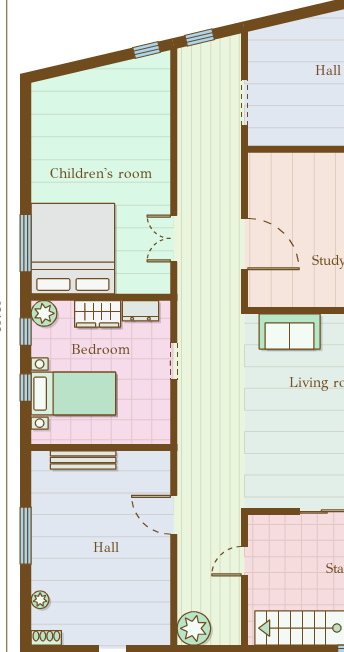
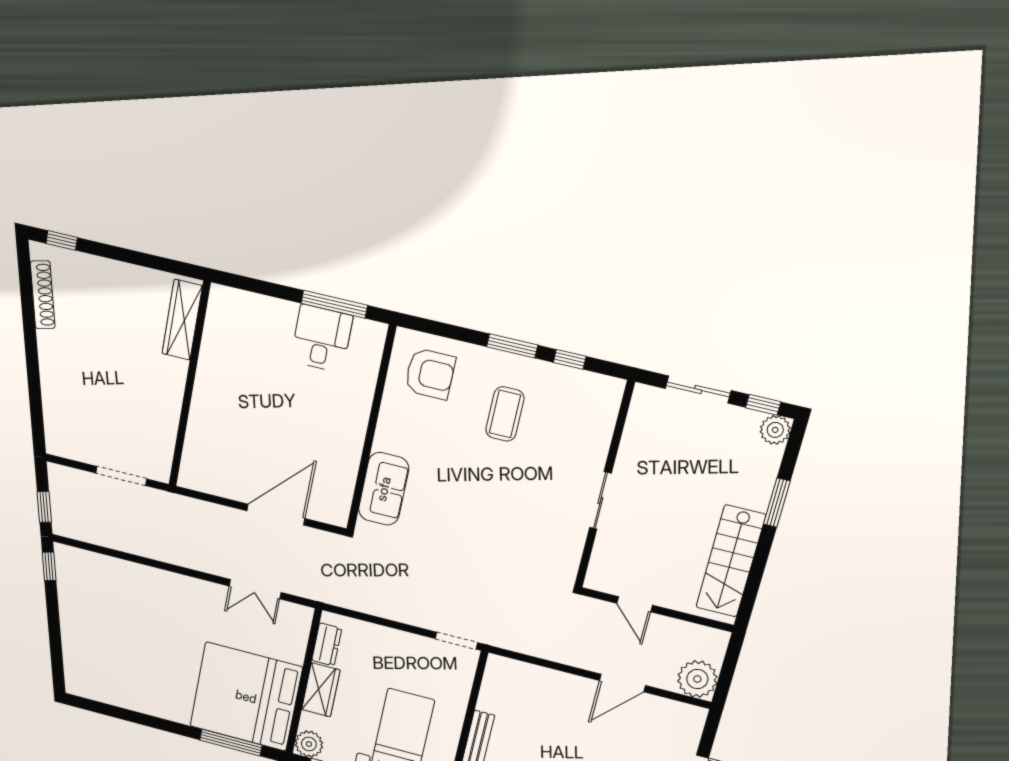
doorway: (174, 361) -> (456, 641), moved
door: (174, 515) -> (622, 683), moved

